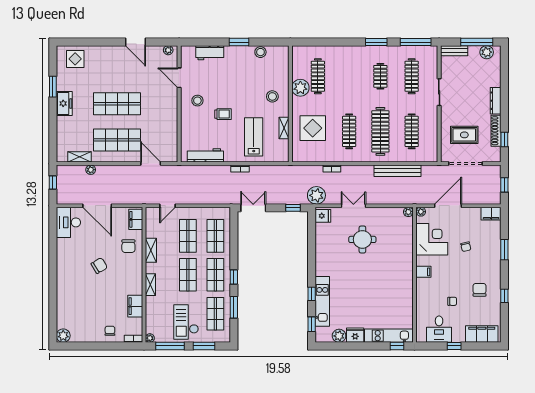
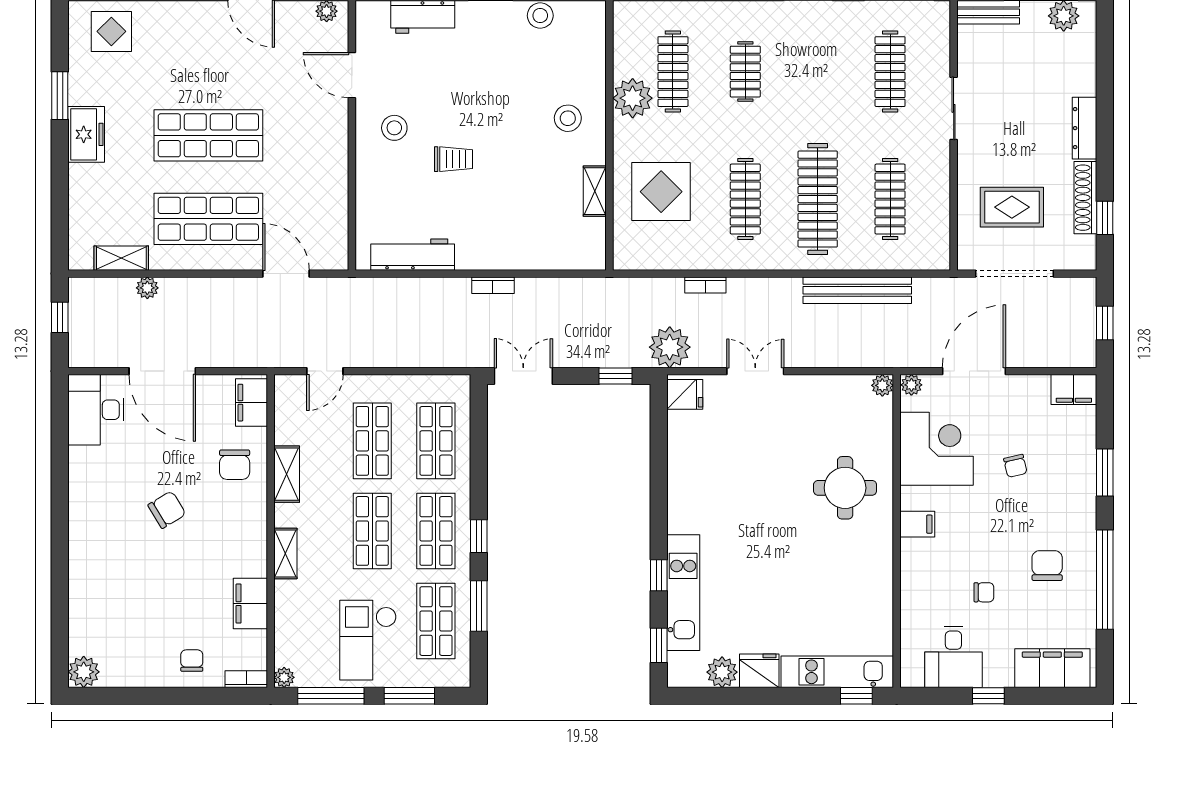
clothes rail: (380, 76) -> (745, 72), moved
lab bench: (254, 137) -> (525, 212), removed
round table: (362, 239) -> (845, 488), moved
window: (504, 296) -> (1105, 580), width x3.17

